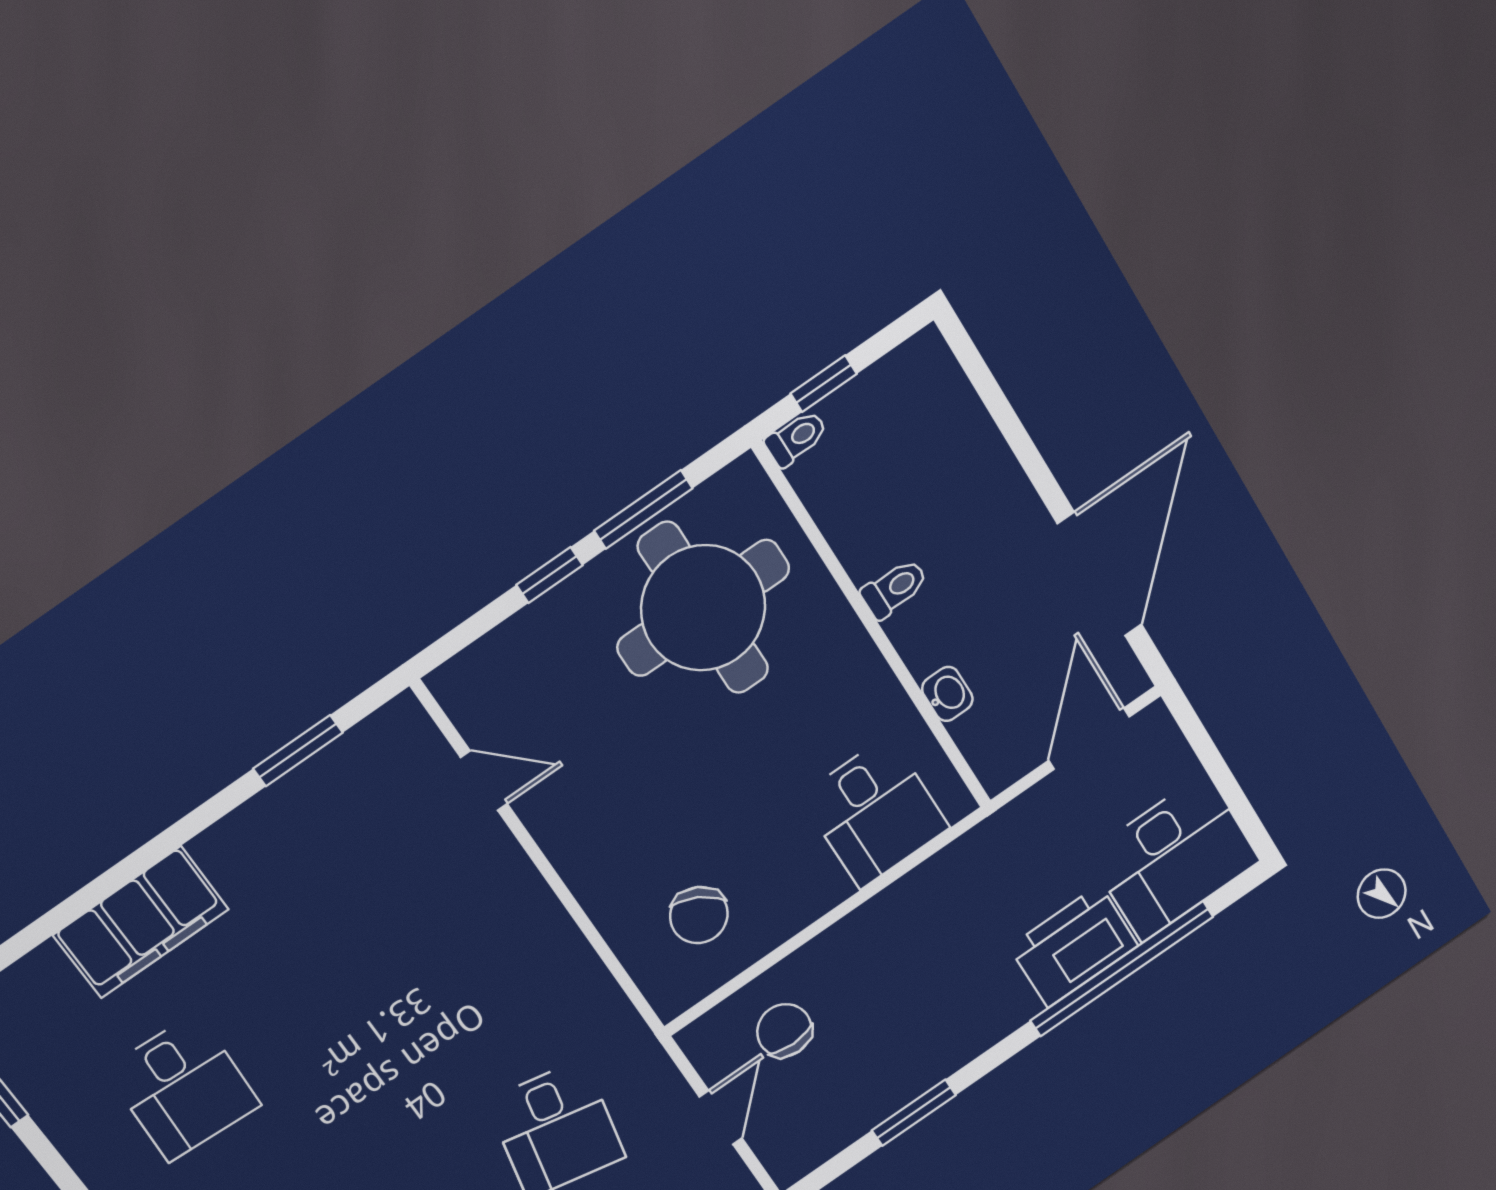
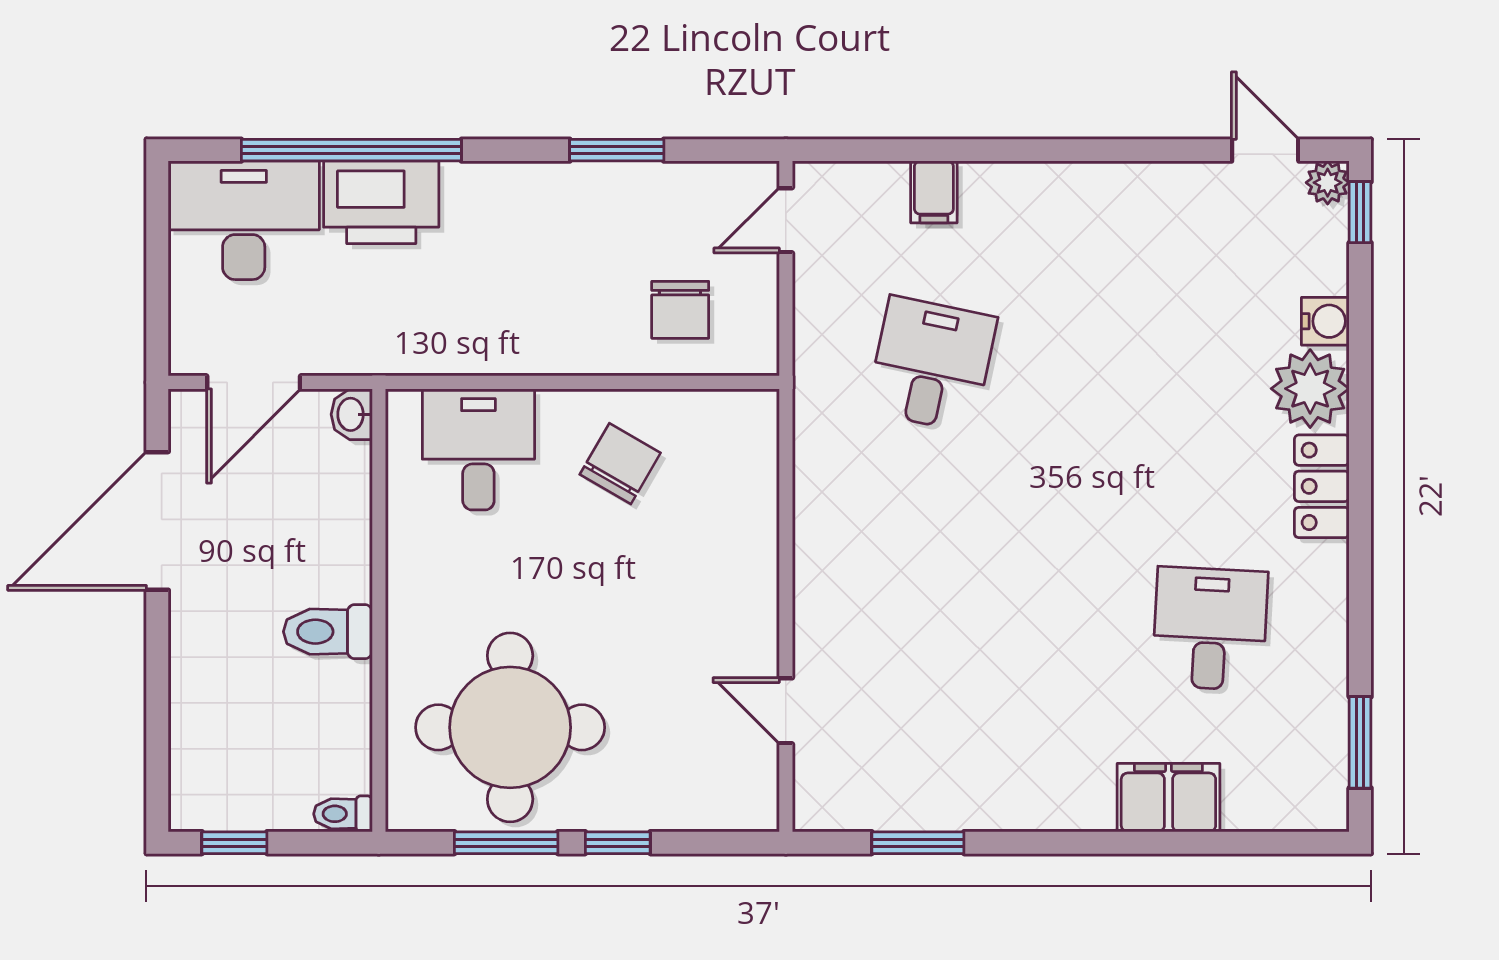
window: (824, 384) -> (234, 843), moved
toilet: (894, 589) -> (328, 632), width x1.37, depth x1.39
washbasin: (947, 694) -> (352, 414), moved
chair: (699, 915) -> (620, 464), moved
filing cabinet: (141, 922) -> (1168, 798), width x0.67, depth x0.86
door: (721, 1117) -> (786, 220), moved

